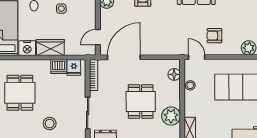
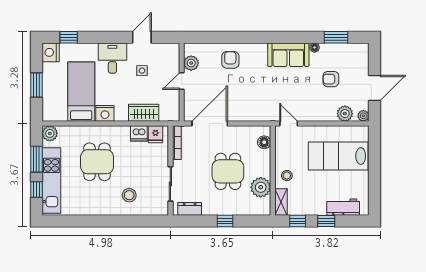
armchair: (214, 36) -> (331, 79), moved
door: (98, 37) -> (182, 81), moved
wardrobe: (50, 47) -> (144, 113), moved
stool: (190, 85) -> (287, 176), moved

